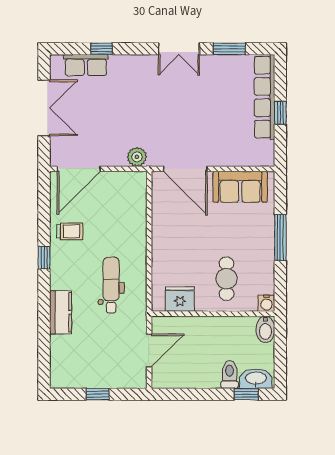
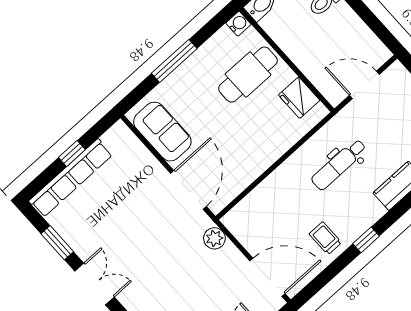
cafe table: (226, 279) -> (248, 75), width x1.37, depth x1.35

